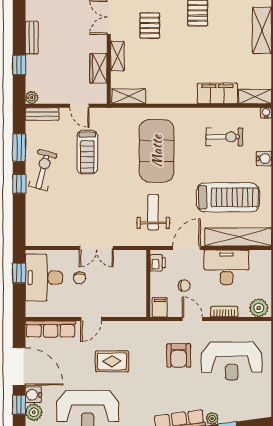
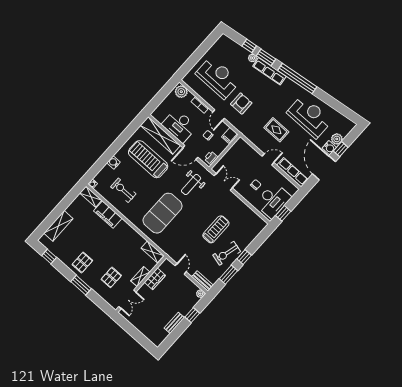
treadmill: (87, 152) -> (216, 229), moved
double door: (96, 248) -> (223, 182), moved

